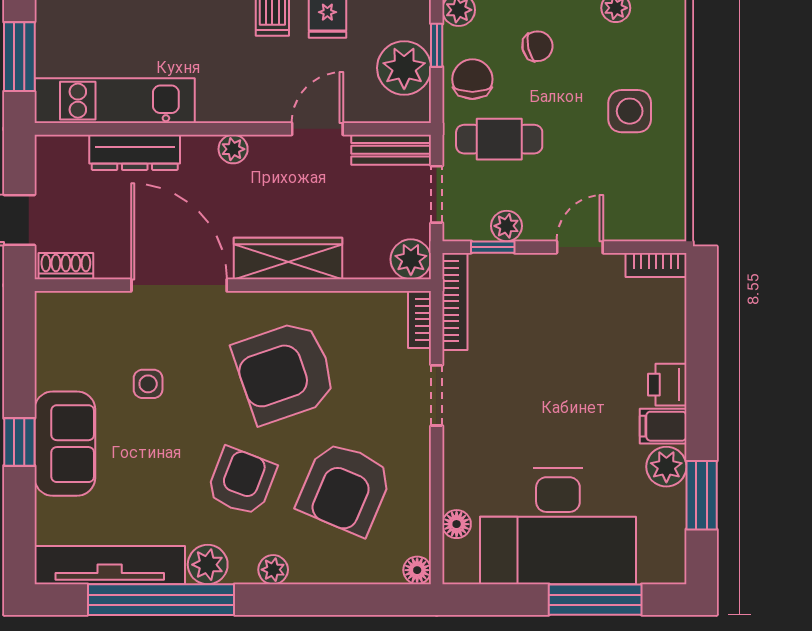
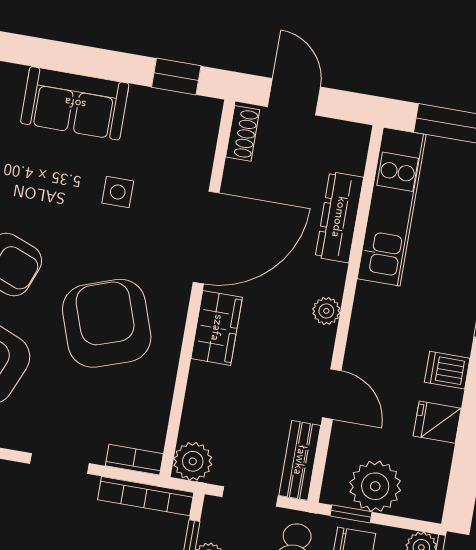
window: (437, 45) -> (351, 514), moved
wardrobe: (288, 259) -> (217, 328), width x0.67
window: (19, 442) -> (176, 76), moved

